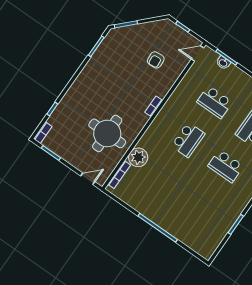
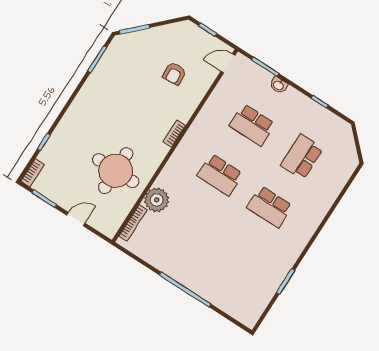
washbasin: (223, 63) -> (279, 85), moved
school desk: (188, 140) -> (220, 175), turned 90
door: (88, 179) -> (76, 219), moved

